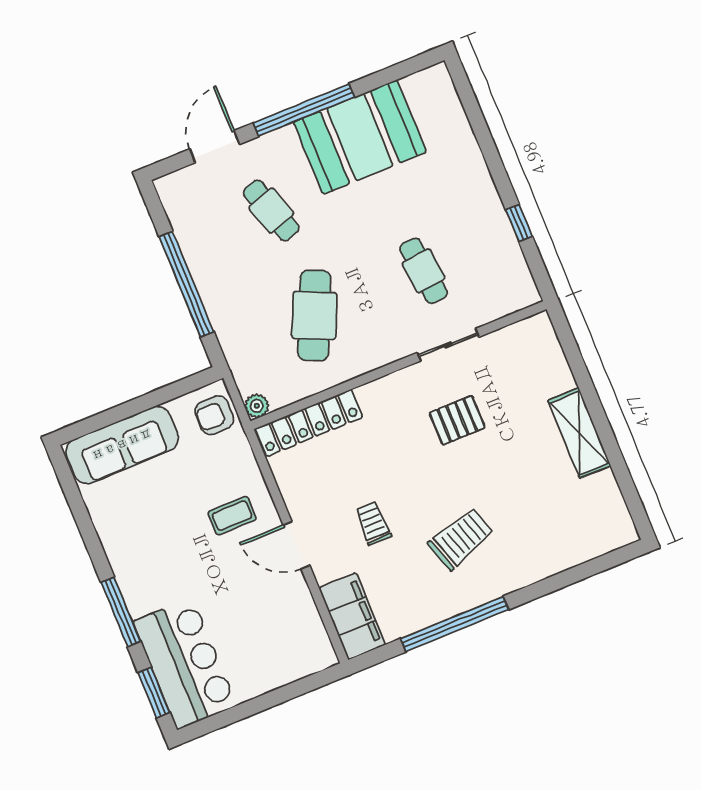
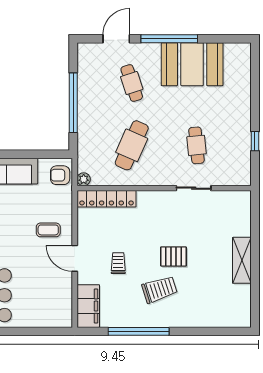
pallet: (457, 420) -> (173, 256), moved

